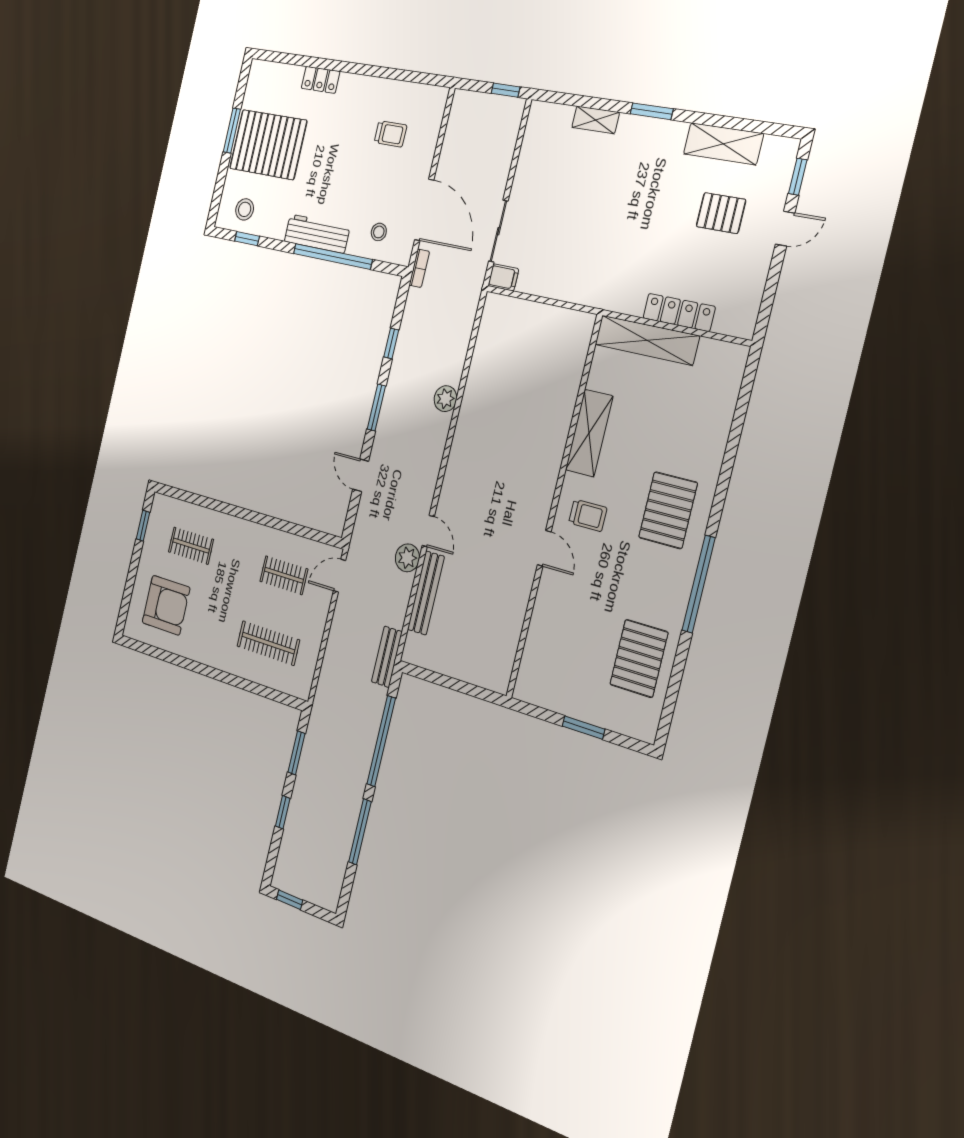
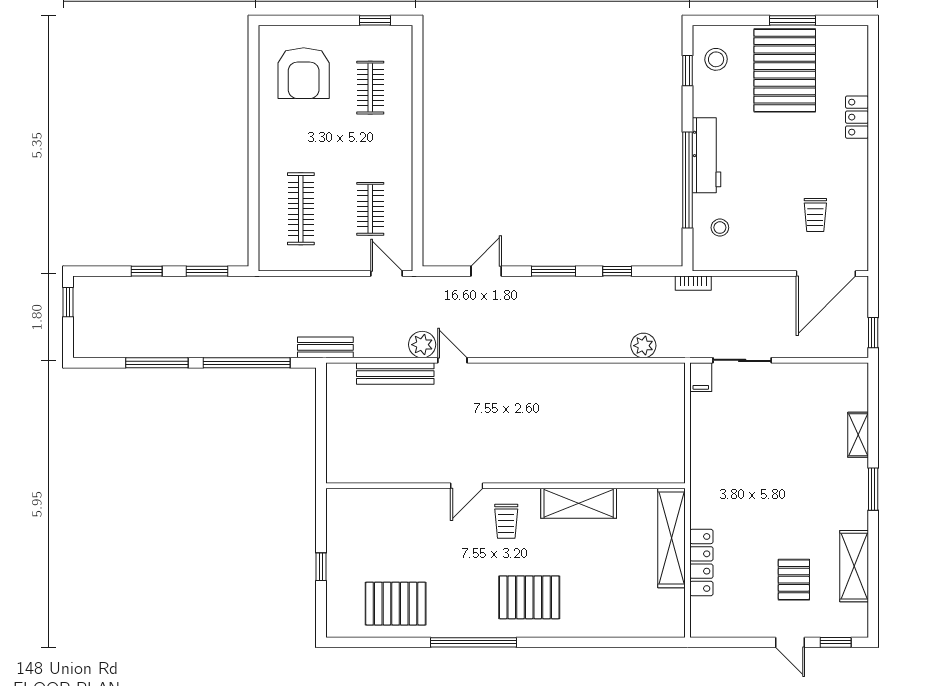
door: (424, 210) -> (826, 274), moved
plant: (445, 399) -> (643, 346), moved
door: (428, 531) -> (452, 360), swing flipped
window: (583, 728) -> (321, 567), width x0.67

